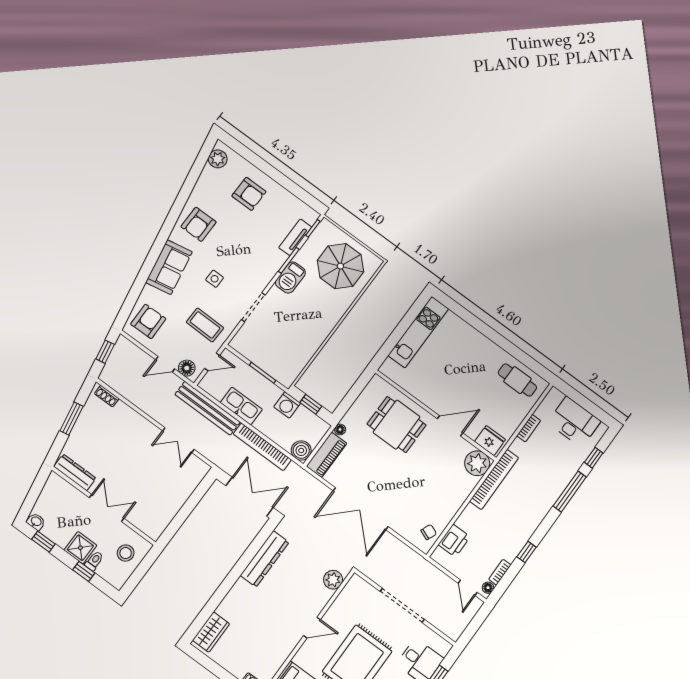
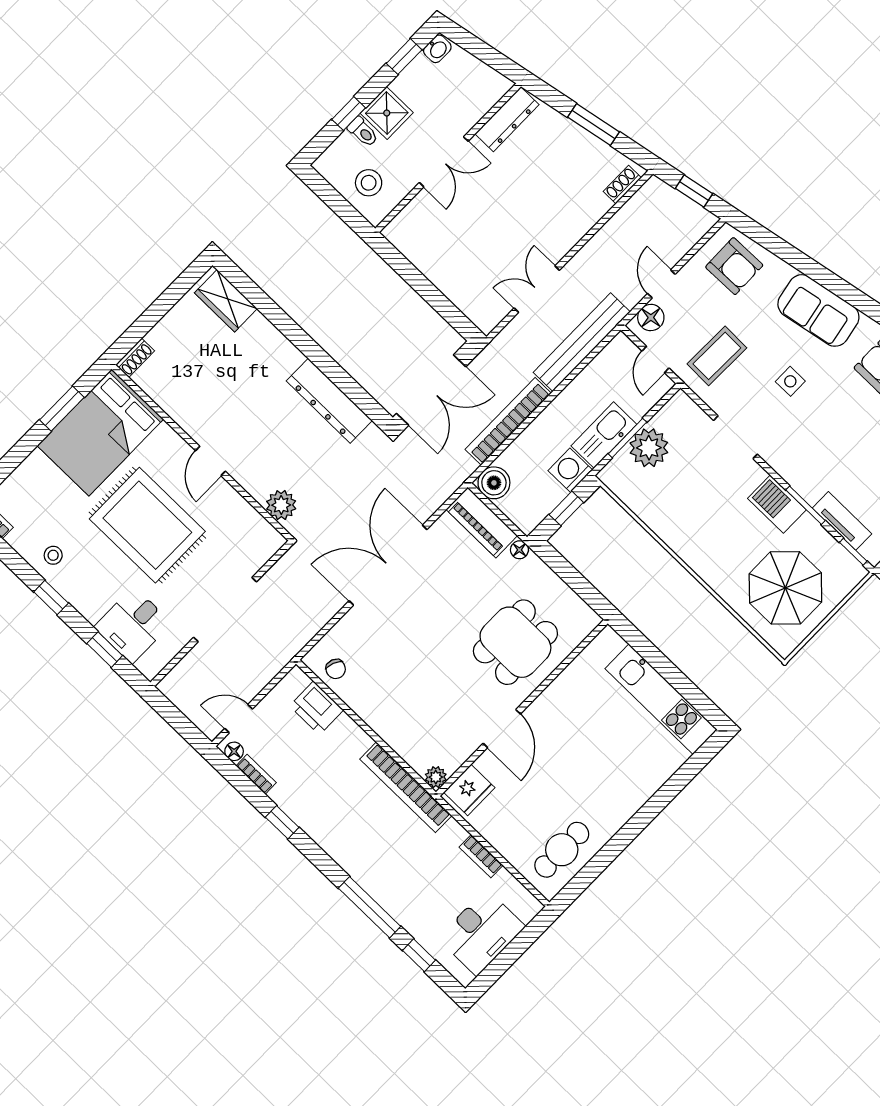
plant: (267, 359) -> (649, 448), added
kitchen sink: (241, 406) -> (604, 435), moved, turned 180
plant: (477, 463) -> (436, 777), width x0.53, depth x0.53

